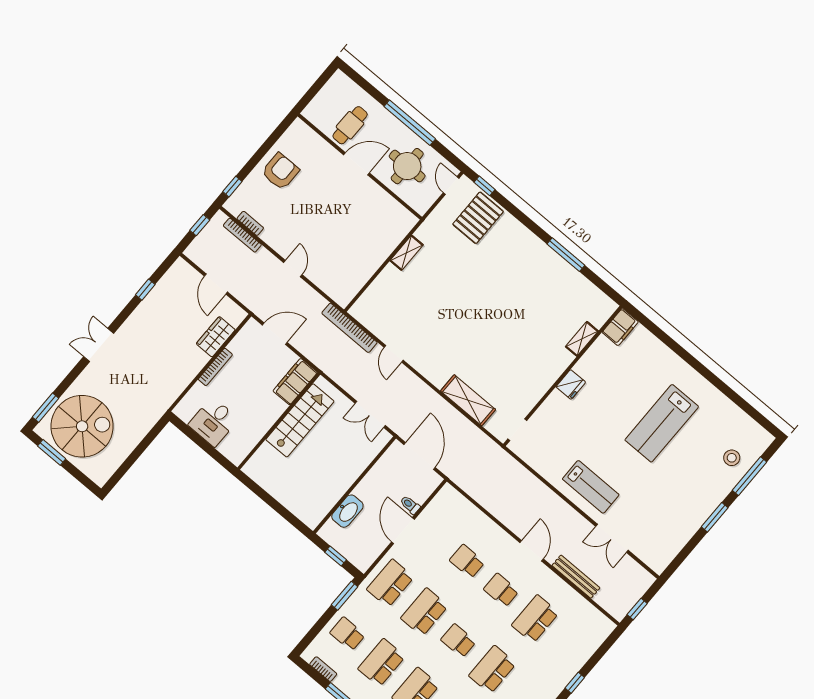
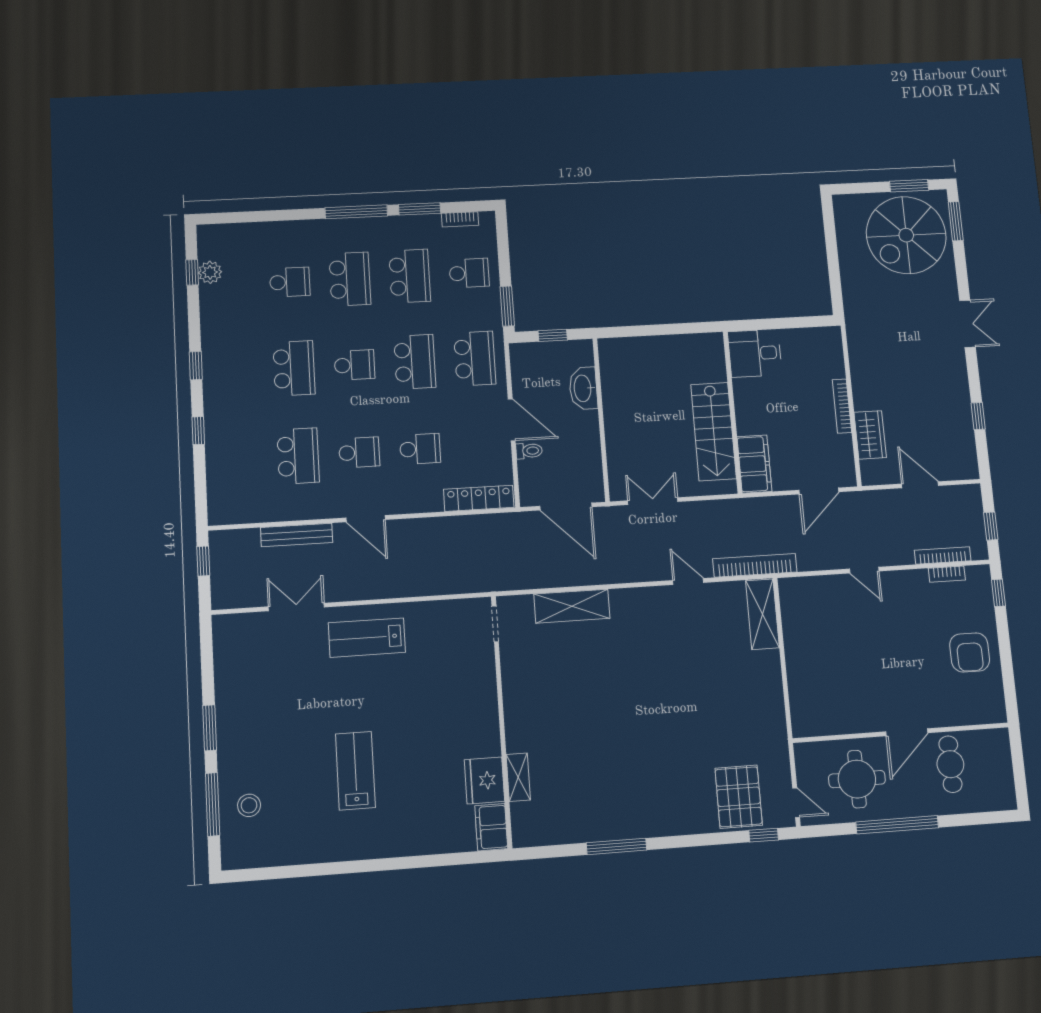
shelving: (407, 253) -> (762, 614), moved, width x1.50, depth x1.33
fridge: (571, 384) -> (484, 780), moved, width x1.36, depth x1.34
desk: (213, 422) -> (755, 353), moved, turned -90
lab bench: (662, 423) -> (355, 771), width x0.73, depth x0.72
locker: (462, 505) -> (479, 498), added

